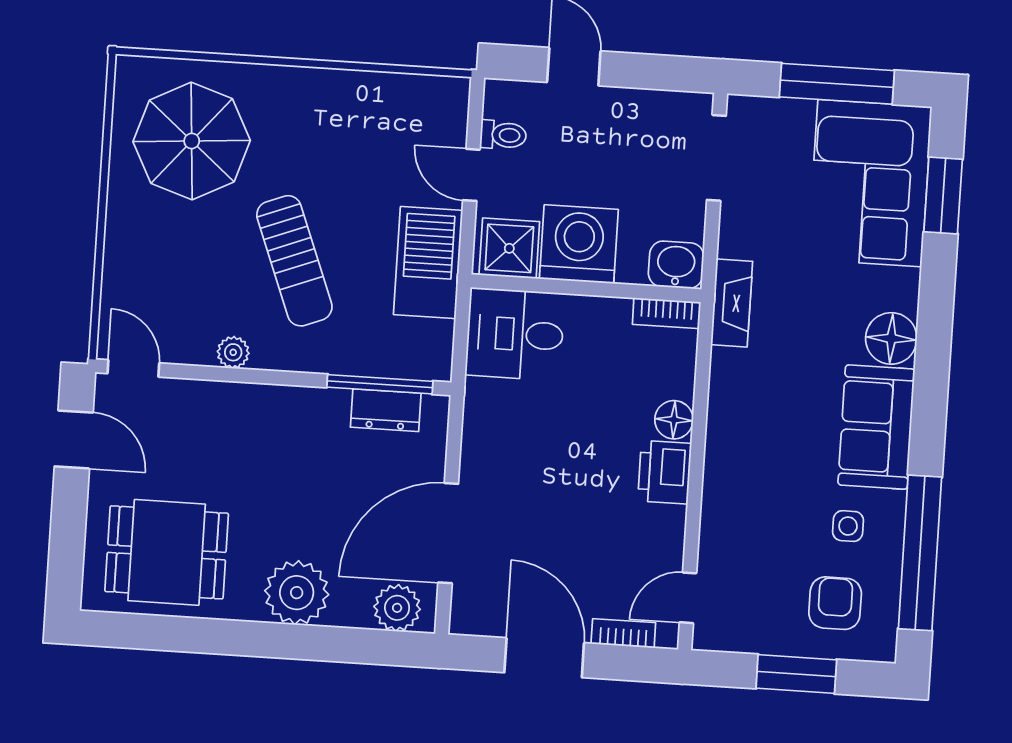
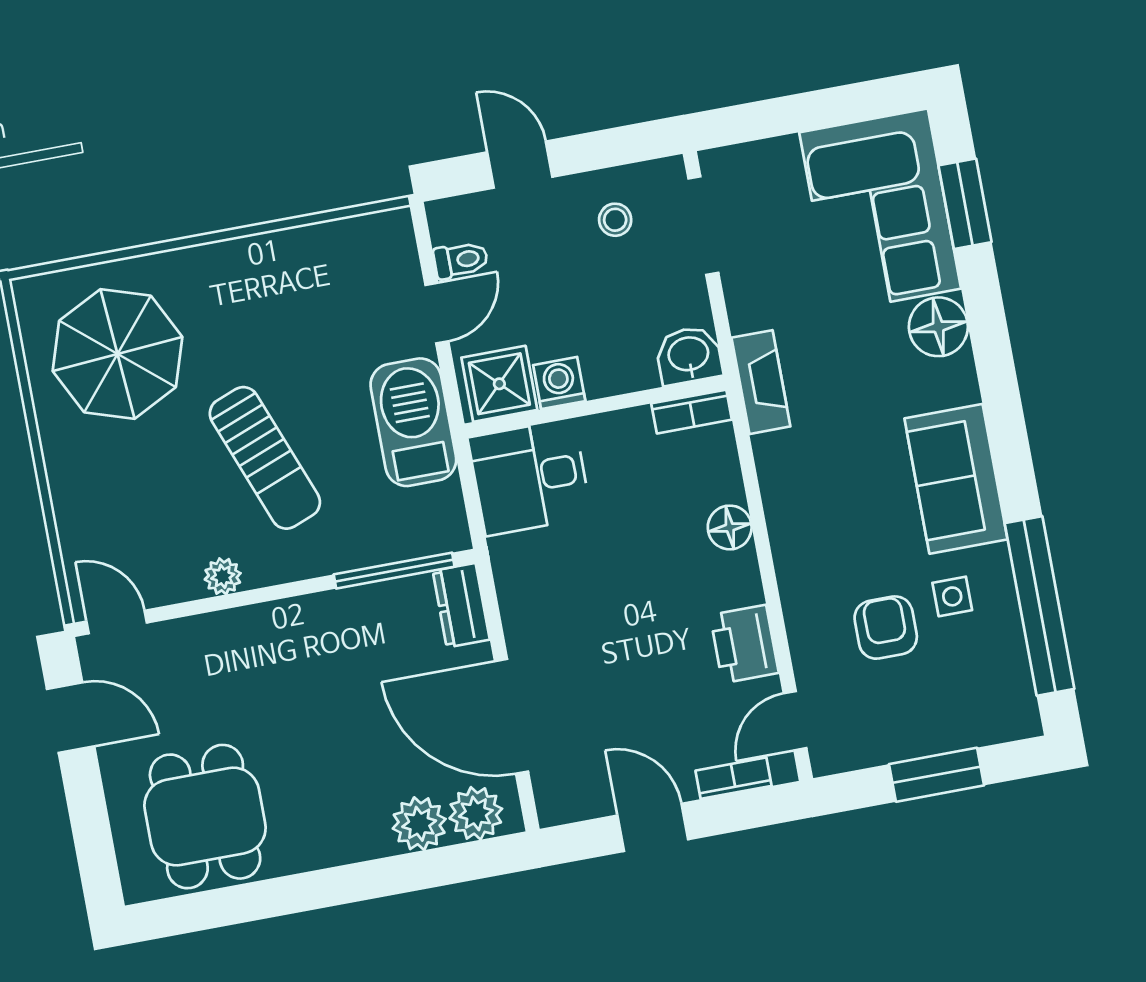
window: (837, 84) -> (816, 110), removed
stool: (643, 134) -> (615, 220), added
door: (471, 175) -> (437, 313), swing flipped
washing machine: (579, 244) -> (559, 383), width x0.53, depth x0.53
floor lamp: (891, 338) -> (938, 327), moved
dresser: (386, 410) -> (461, 605), moved, turned 90
printer: (665, 472) -> (744, 644), moved
door: (448, 533) -> (512, 716), hinge flipped
dining table: (167, 552) -> (205, 817), turned 90
plant: (297, 593) -> (419, 824), moved, width x0.73, depth x0.73
armchair: (835, 603) -> (886, 628), moved
door: (544, 658) -> (653, 827), width x0.73

